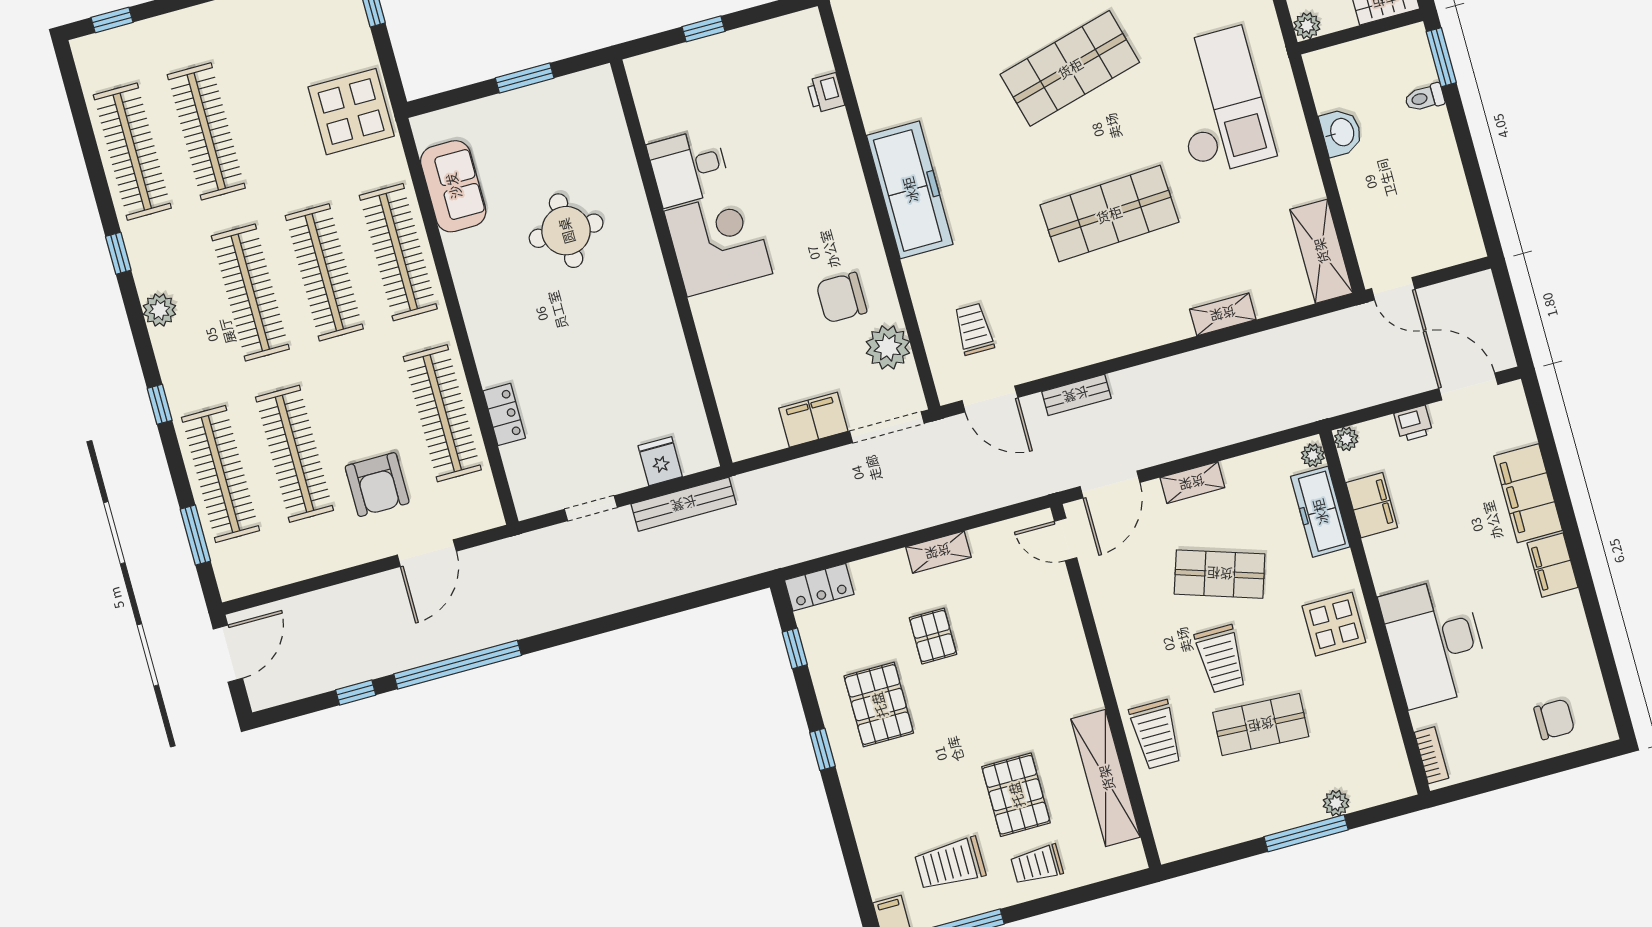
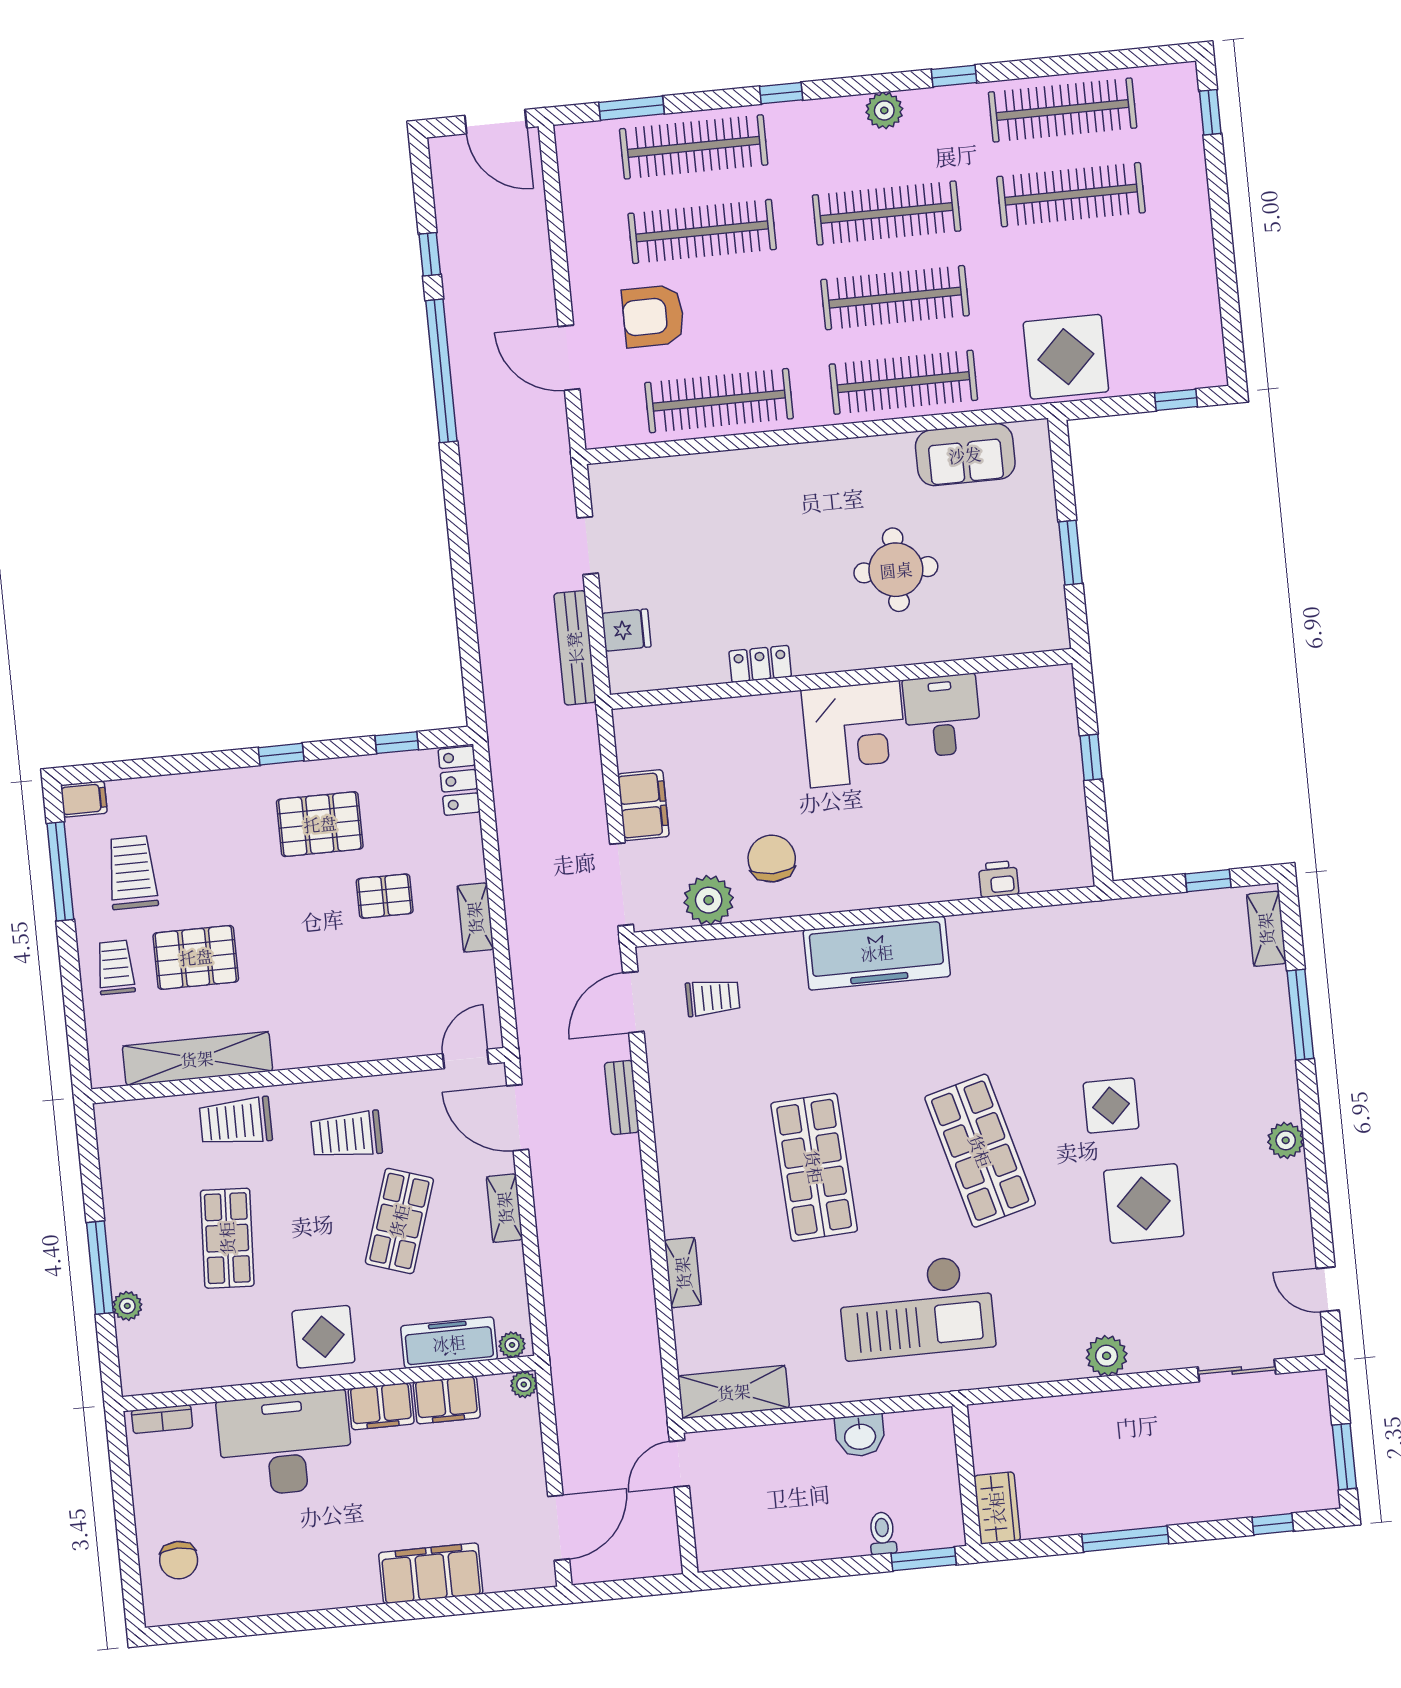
plant: (1307, 26) -> (983, 1418), removed
locker: (504, 414) -> (760, 664), moved, turned 180
printer: (1413, 423) -> (528, 1461), removed
filing cabinet: (1552, 565) -> (381, 1406), moved, turned 180
trolley: (1221, 659) -> (346, 1135), moved

